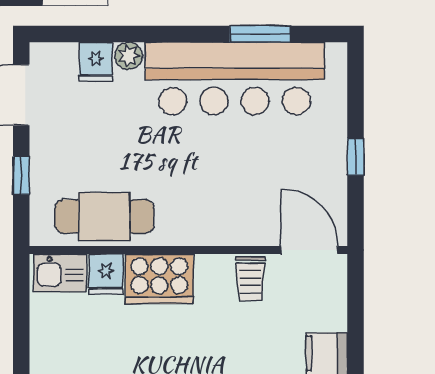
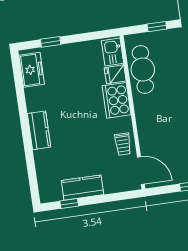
door: (309, 250) -> (141, 171), hinge flipped
trolley: (250, 279) -> (123, 144), turned -90

